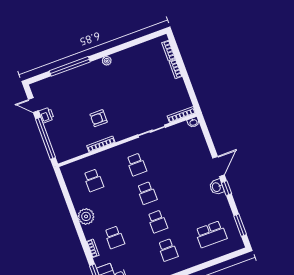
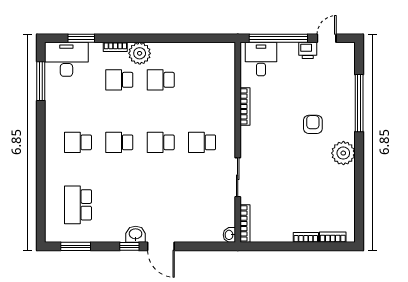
plant: (107, 61) -> (343, 153), width x1.87, depth x1.87
armchair: (99, 118) -> (313, 124), moved
desk: (64, 145) -> (261, 59), added
school desk: (93, 180) -> (161, 80), moved
plant: (86, 216) -> (140, 53), moved

